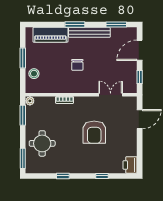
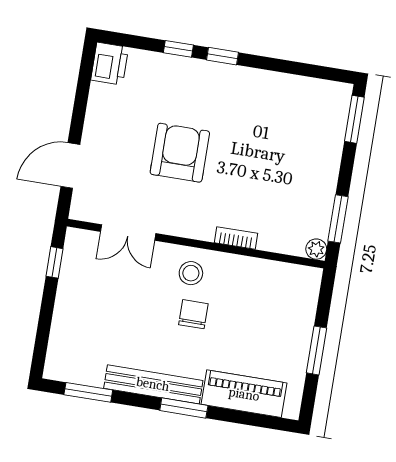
door: (140, 50) -> (44, 324), removed
stool: (34, 74) -> (191, 273), moved
round table: (42, 143) -> (304, 146), removed
window: (63, 176) -> (222, 56), moved

